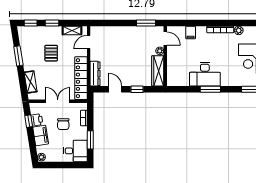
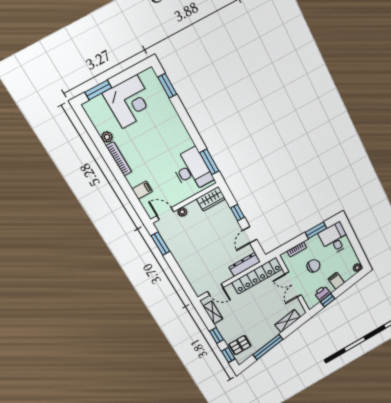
door: (165, 39) -> (165, 214), hinge flipped
pallet: (51, 53) -> (240, 345), moved
window: (18, 56) -> (268, 347), width x1.44
wardrobe: (158, 71) -> (211, 199), width x0.67
desk: (205, 74) -> (192, 170), moved
window: (210, 89) -> (209, 162), moved
filing cabinet: (41, 136) -> (336, 281), width x0.50

